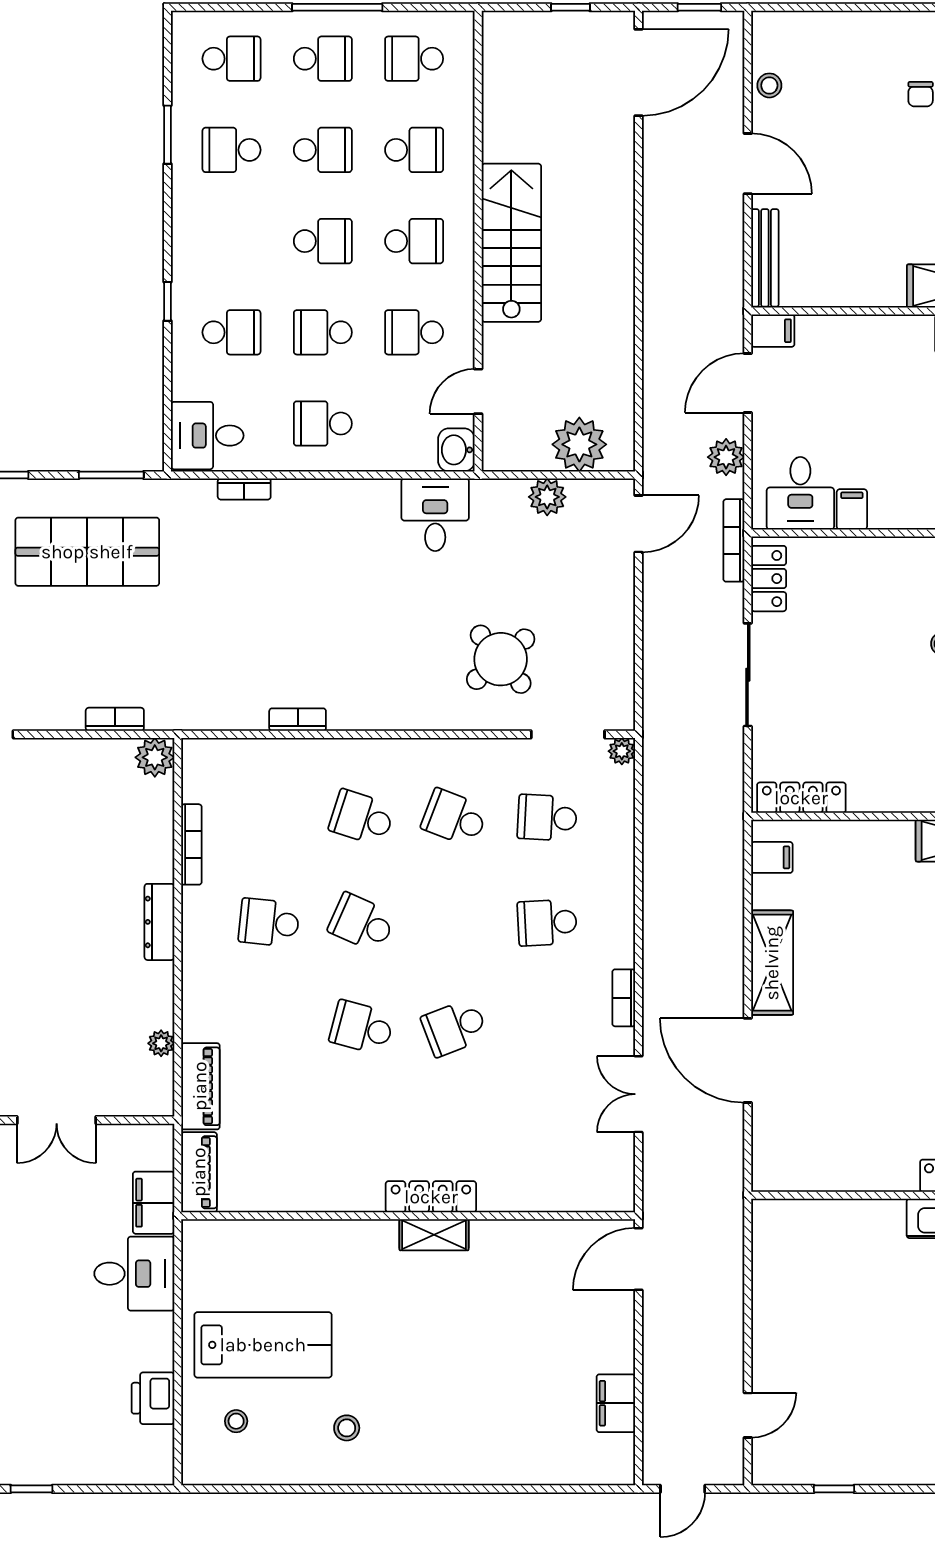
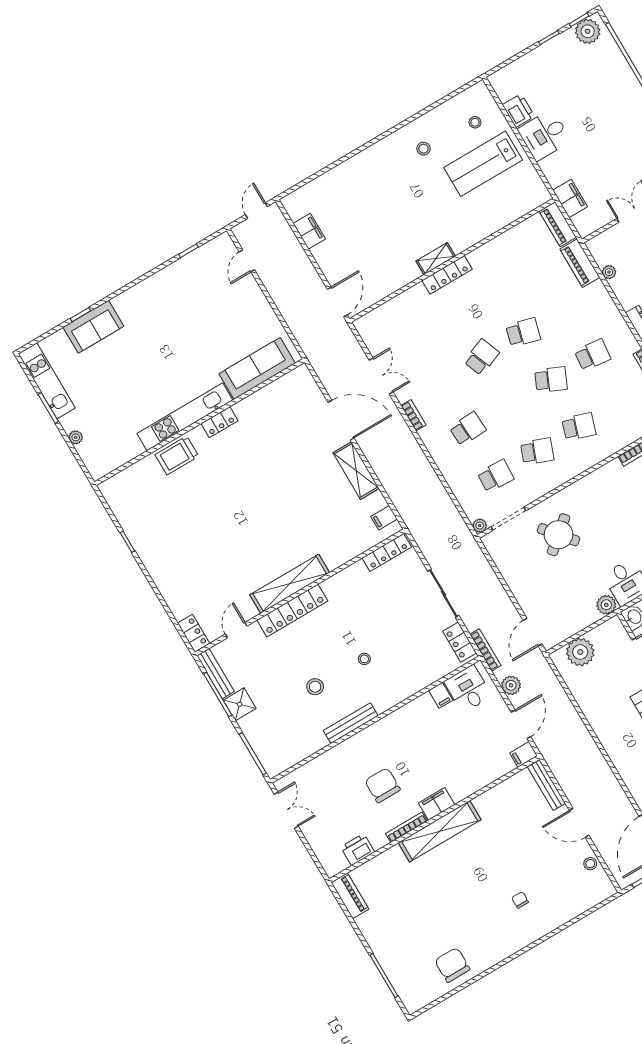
plant: (547, 497) -> (606, 605), moved
sofa: (836, 1228) -> (257, 368), added
desk: (134, 1274) -> (544, 135), moved

